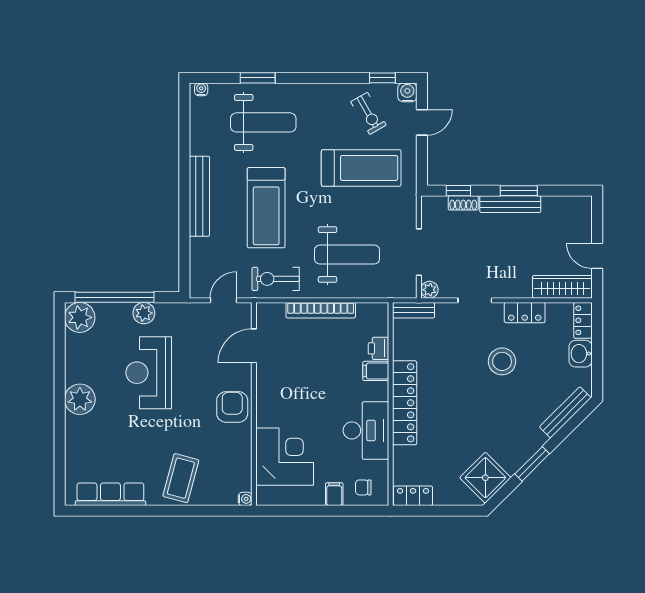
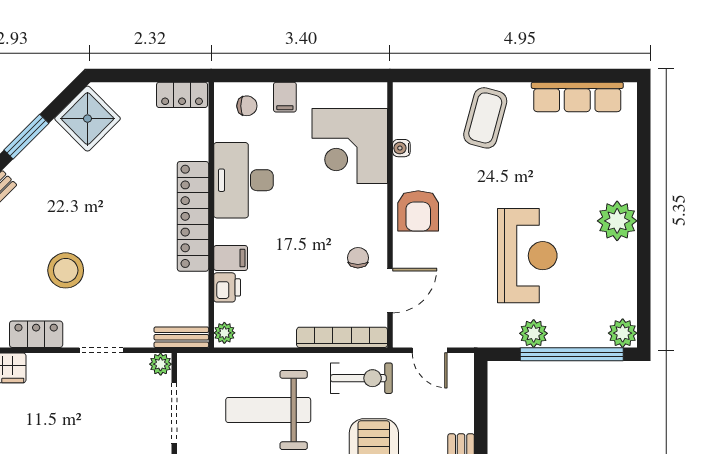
door: (223, 300) -> (430, 350), hinge flipped
bookcase: (321, 310) -> (342, 337), moved
plant: (381, 314) -> (224, 333), added
plant: (80, 317) -> (623, 333), width x0.73, depth x0.73
chair: (278, 371) -> (358, 258), added
water cooler: (245, 499) -> (401, 148), moved

